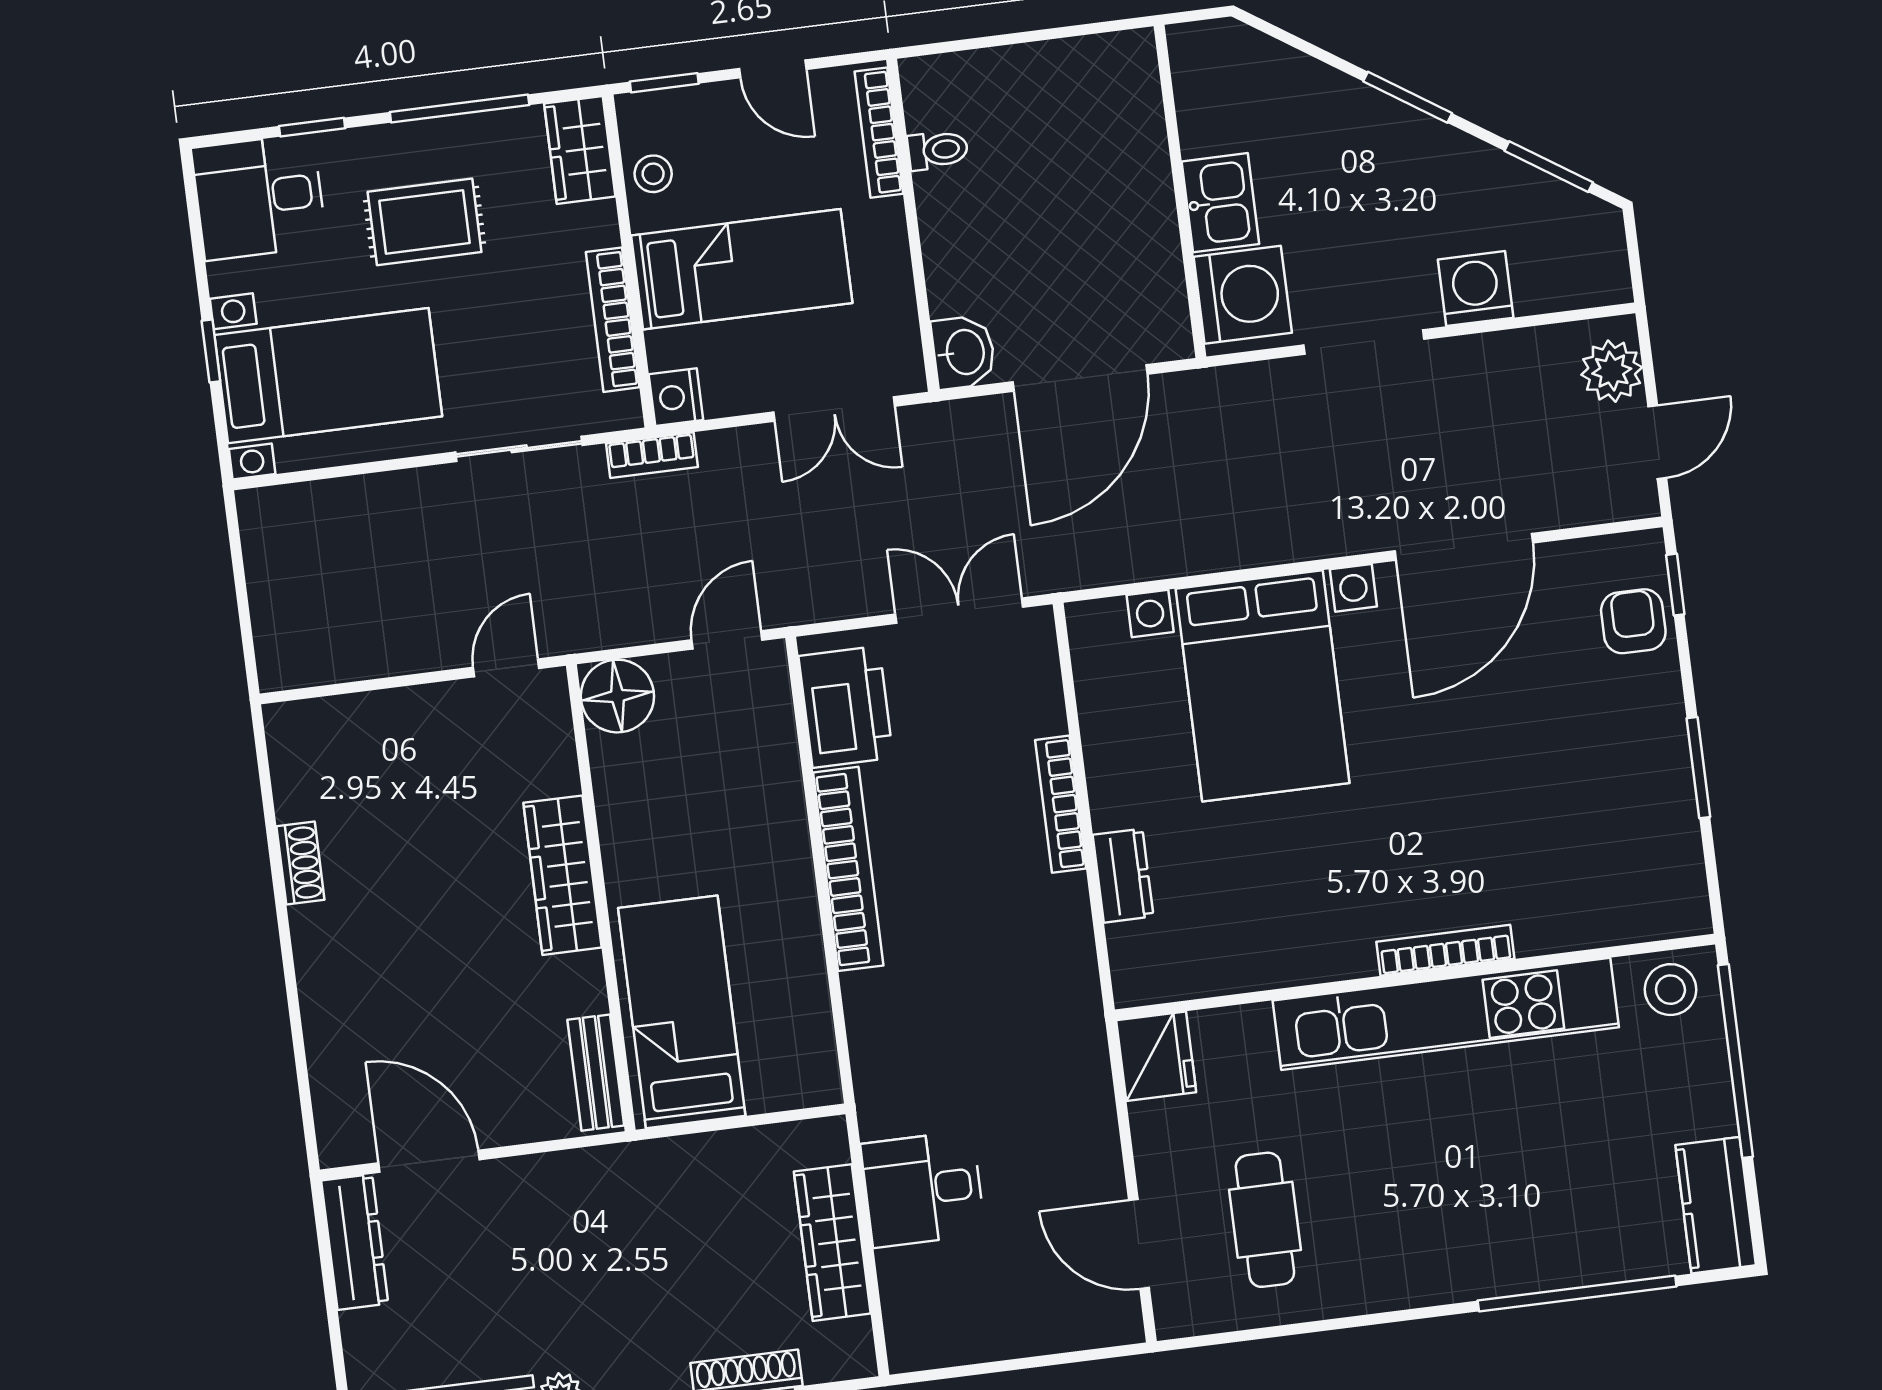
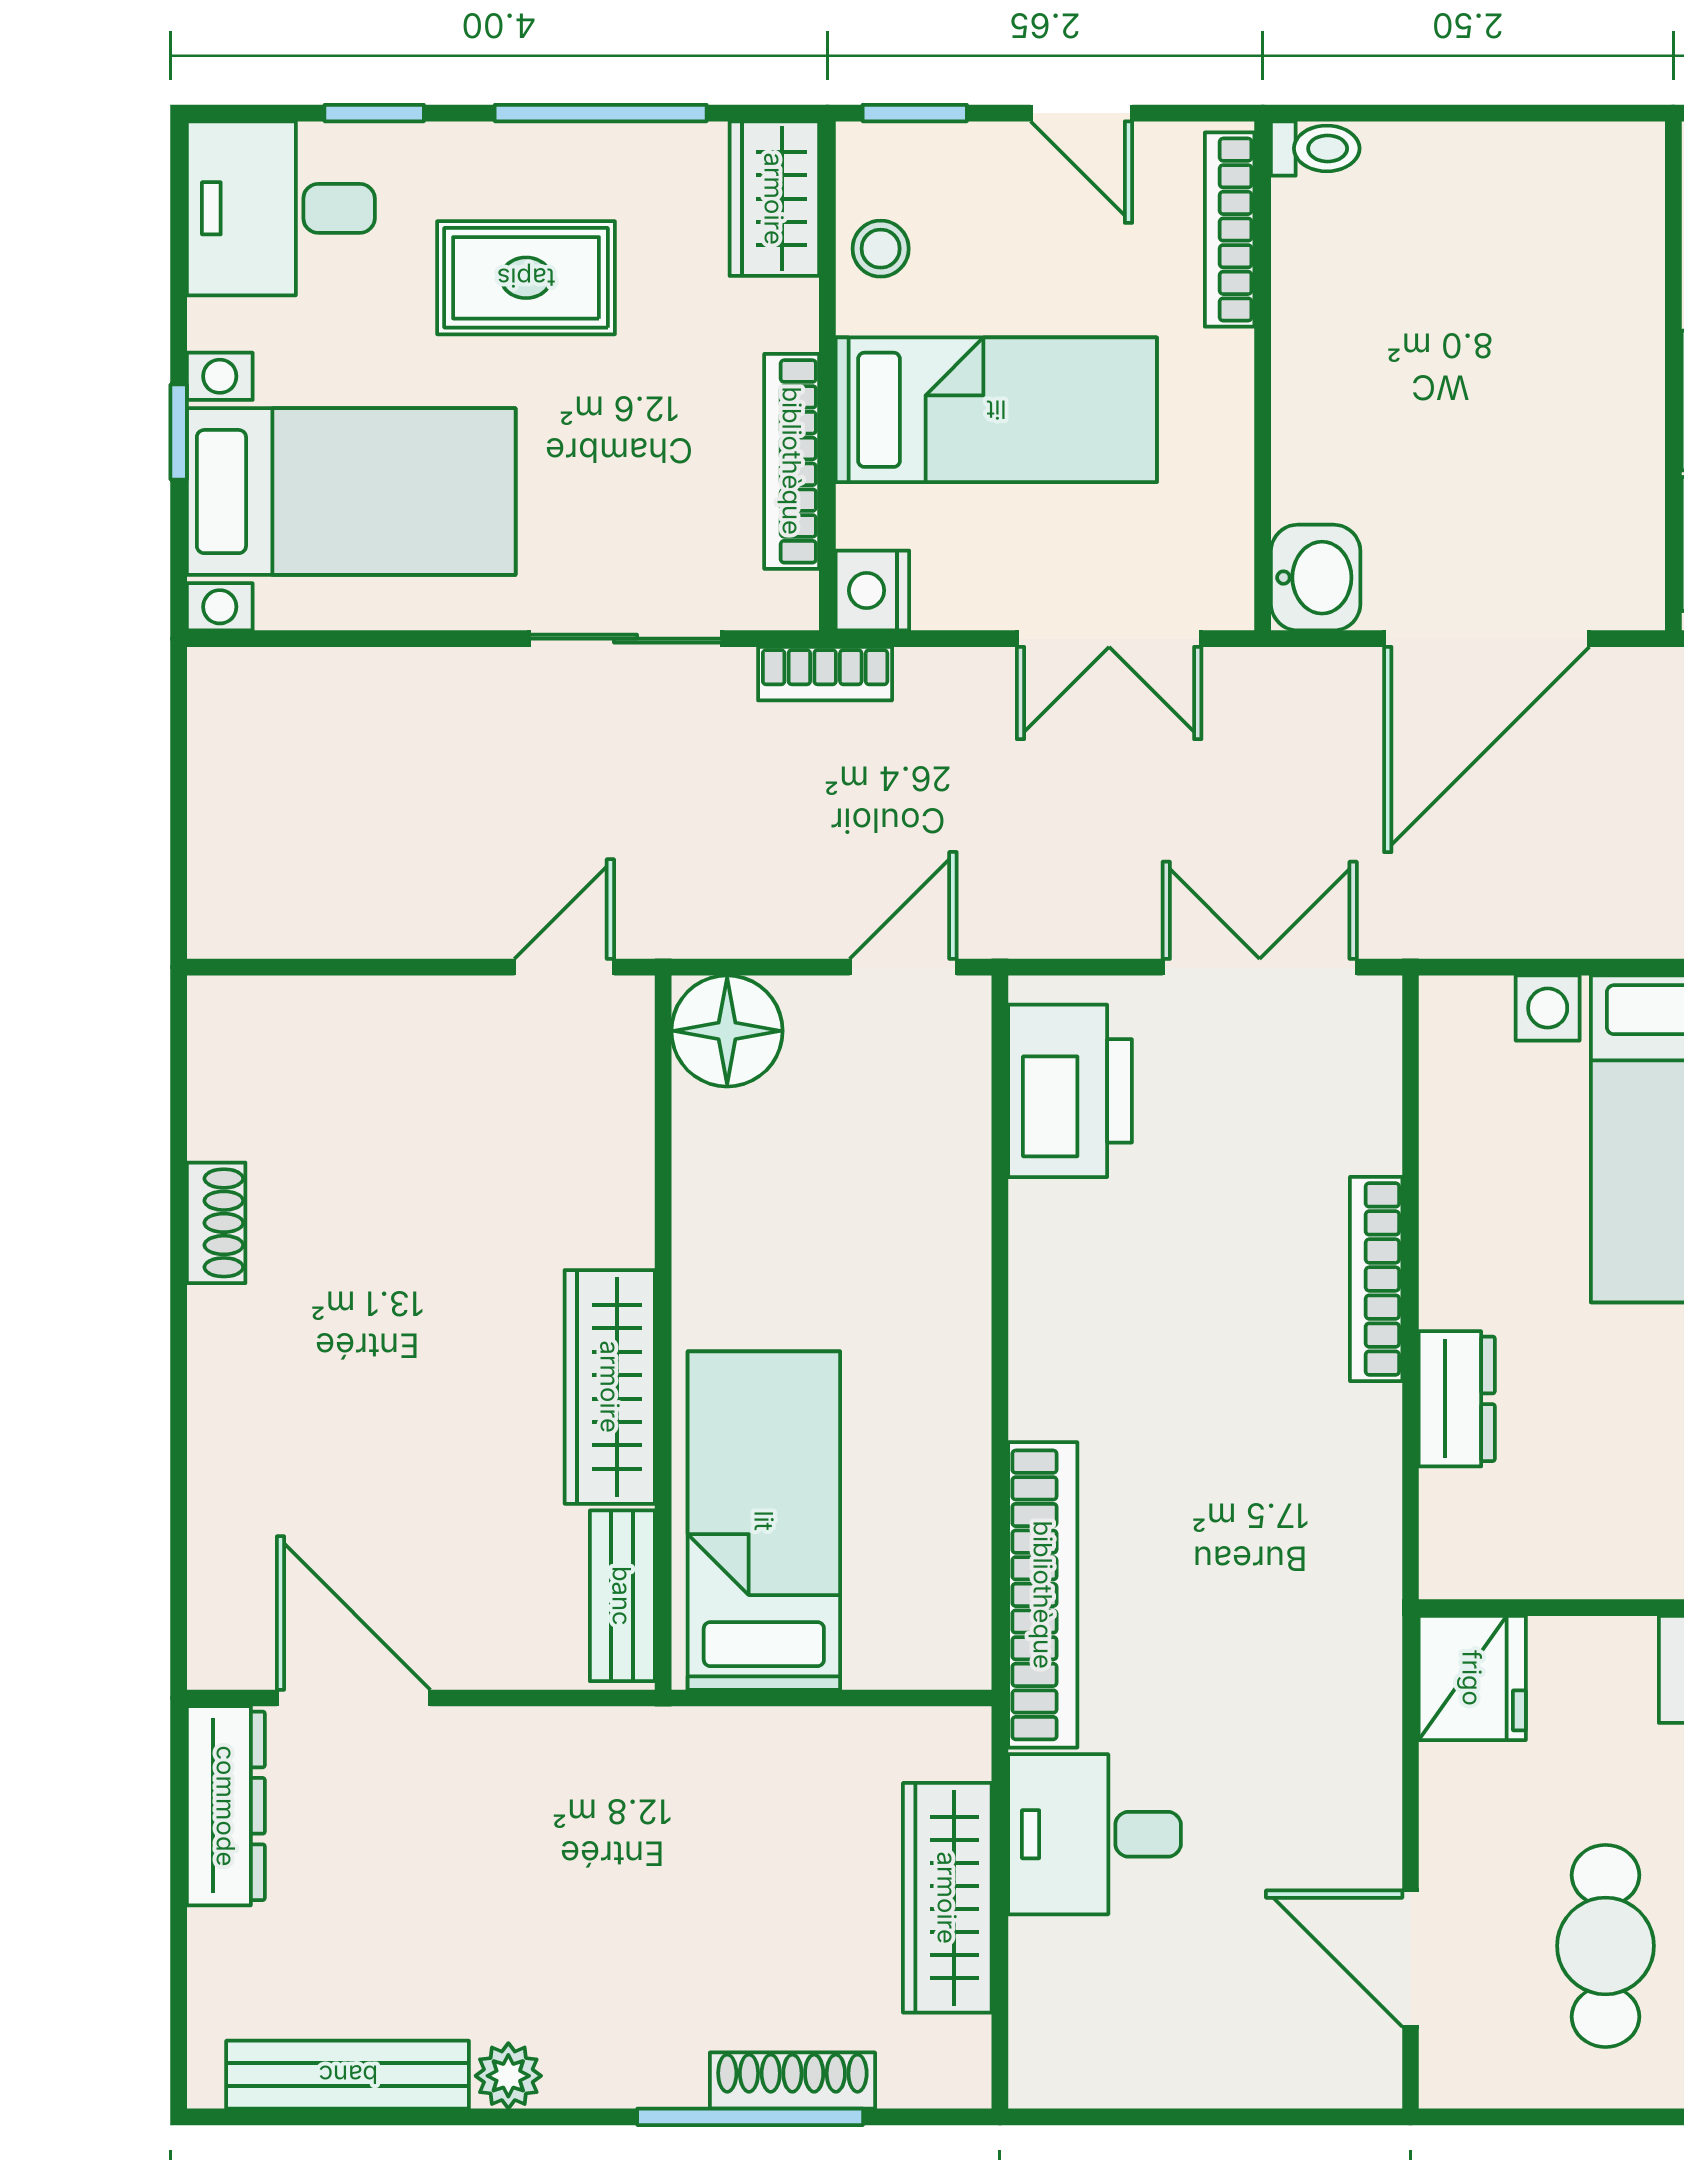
toilet: (938, 150) -> (1315, 148), moved
bookcase: (848, 869) -> (1043, 1595), moved
wardrobe: (562, 875) -> (610, 1387), moved

